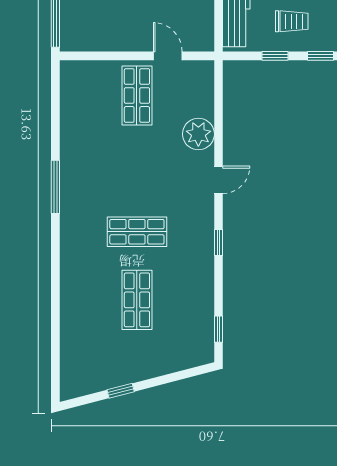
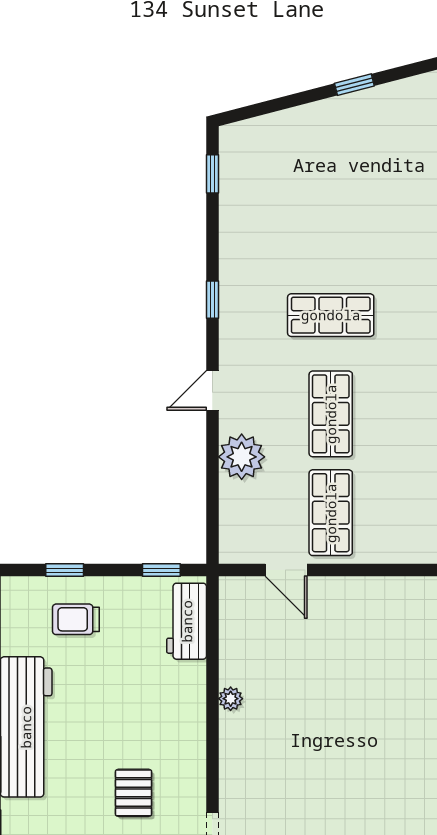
trolley: (292, 21) -> (76, 619), moved
window: (275, 56) -> (161, 570), moved
shop shelf: (137, 300) -> (331, 414), moved

